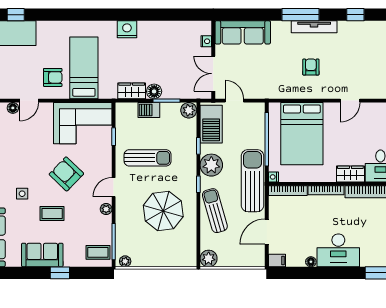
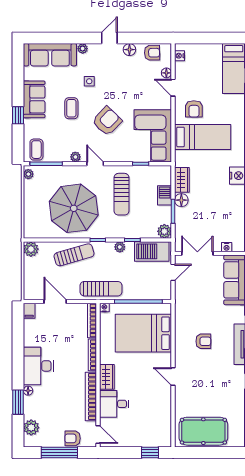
plant: (211, 165) -> (120, 247), width x0.53, depth x0.53
sun lounger: (252, 181) -> (101, 289), width x0.73, depth x0.75
parasol: (163, 211) -> (74, 208), width x1.36, depth x1.36
floor lamp: (311, 262) -> (28, 391), moved

